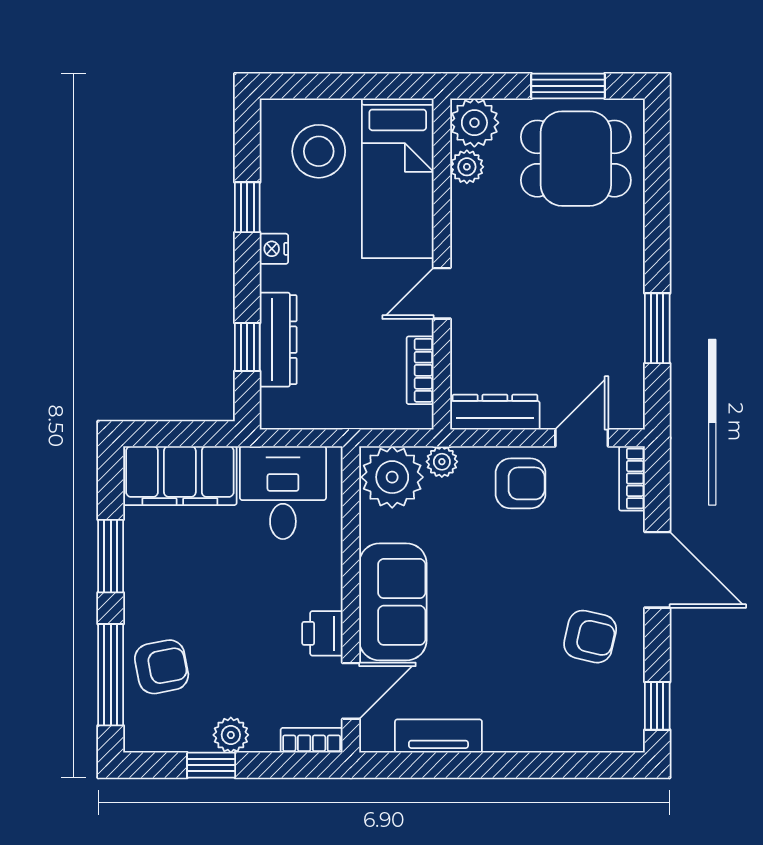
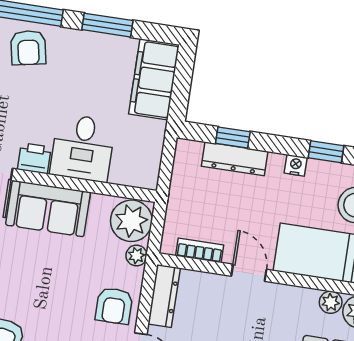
desk: (283, 493) -> (83, 148), moved, turned 90

